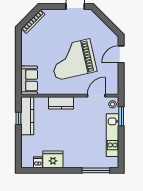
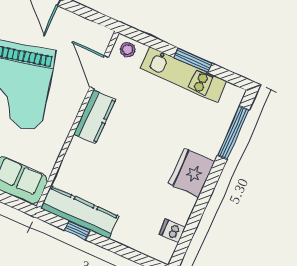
kitchen counter: (61, 103) -> (95, 117), moved
window: (121, 116) -> (193, 60), moved
fridge: (53, 159) -> (192, 173), moved

